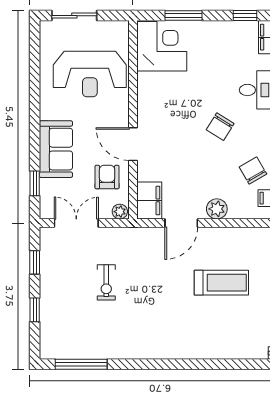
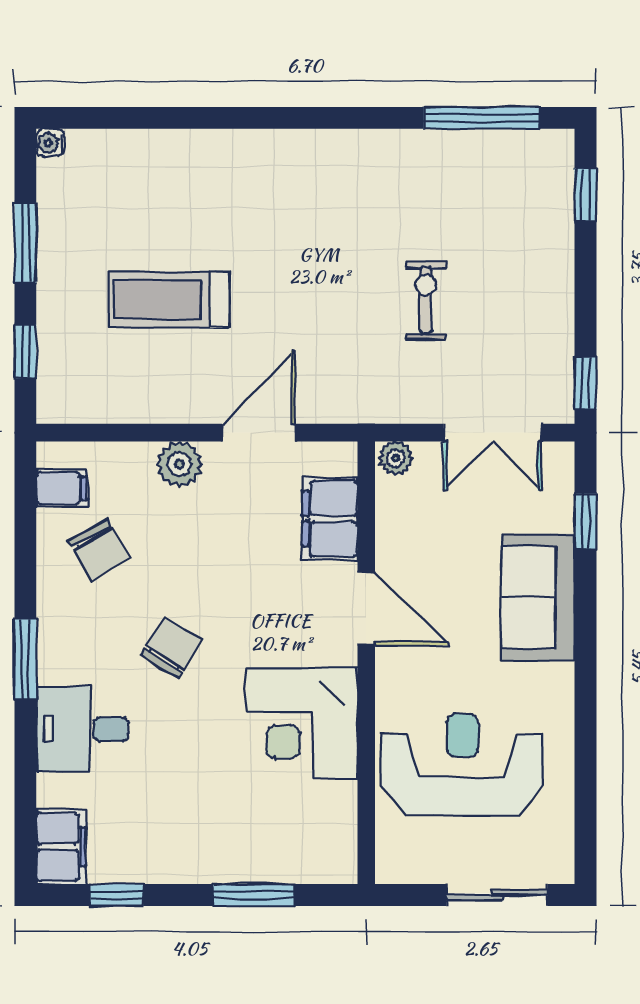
corner desk: (162, 46) -> (302, 723), moved
armchair: (107, 177) -> (424, 535), removed
filing cabinet: (149, 200) -> (330, 519), moved
window: (35, 262) -> (585, 383), moved
window: (35, 310) -> (585, 195), moved

